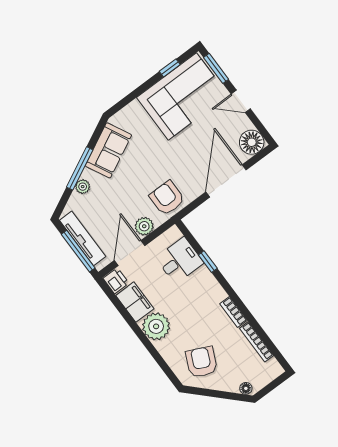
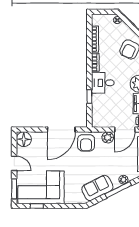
door: (226, 181) -> (61, 130), moved
desk: (180, 260) -> (103, 83), moved

